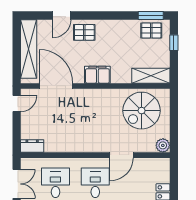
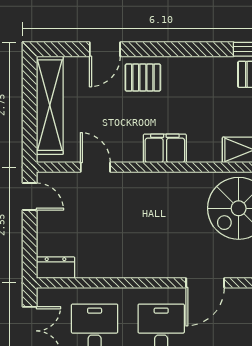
door: (56, 86) -> (95, 167), width x0.53
door: (17, 104) -> (30, 197), hinge flipped

